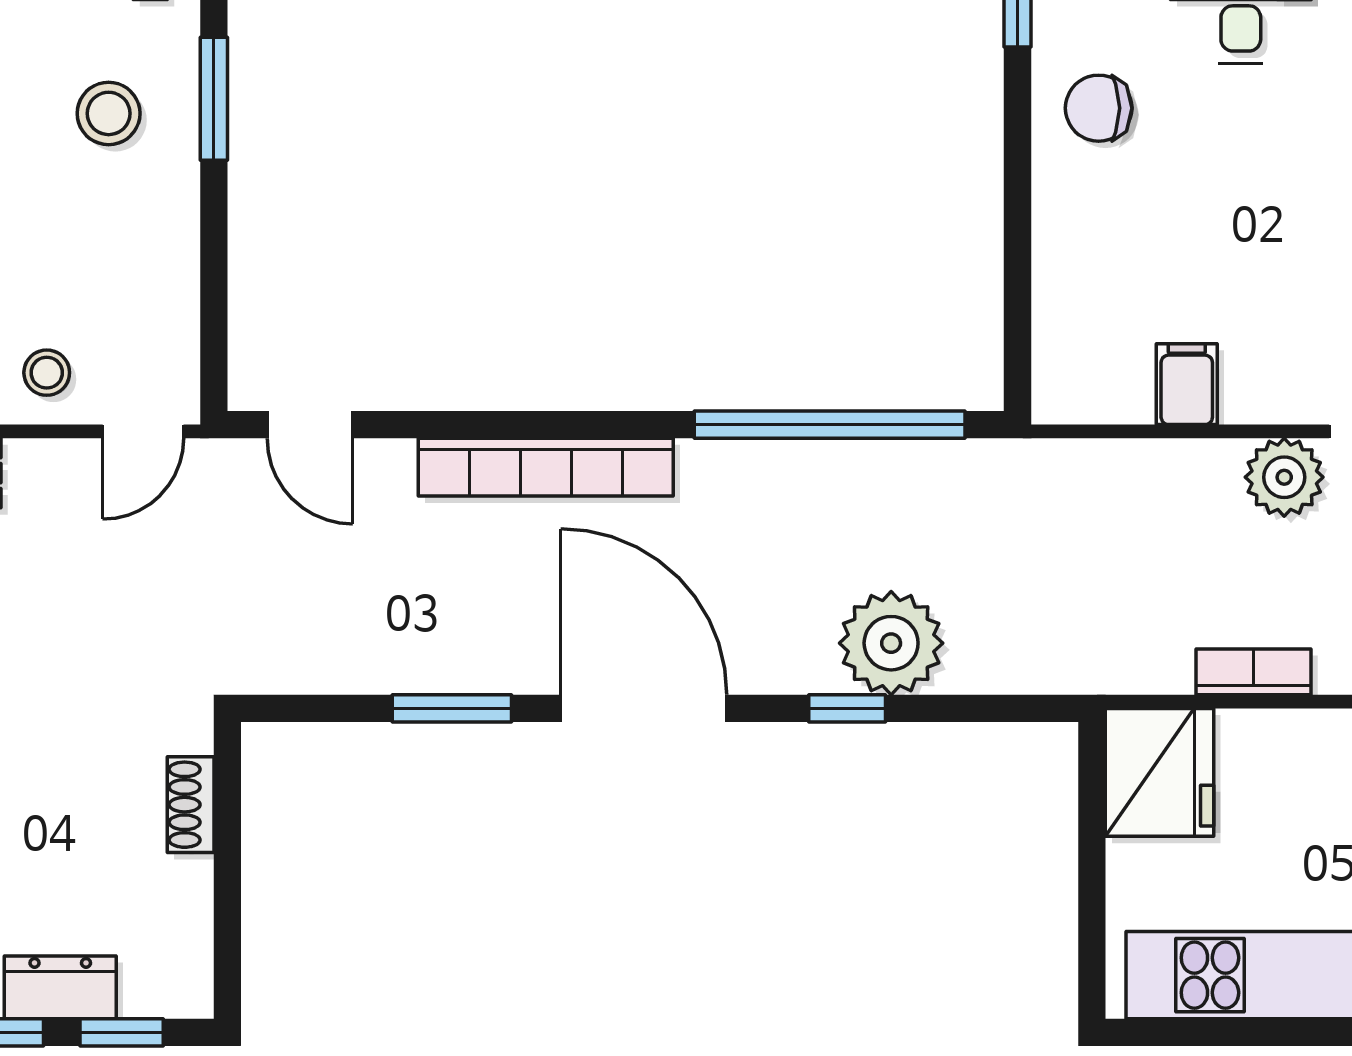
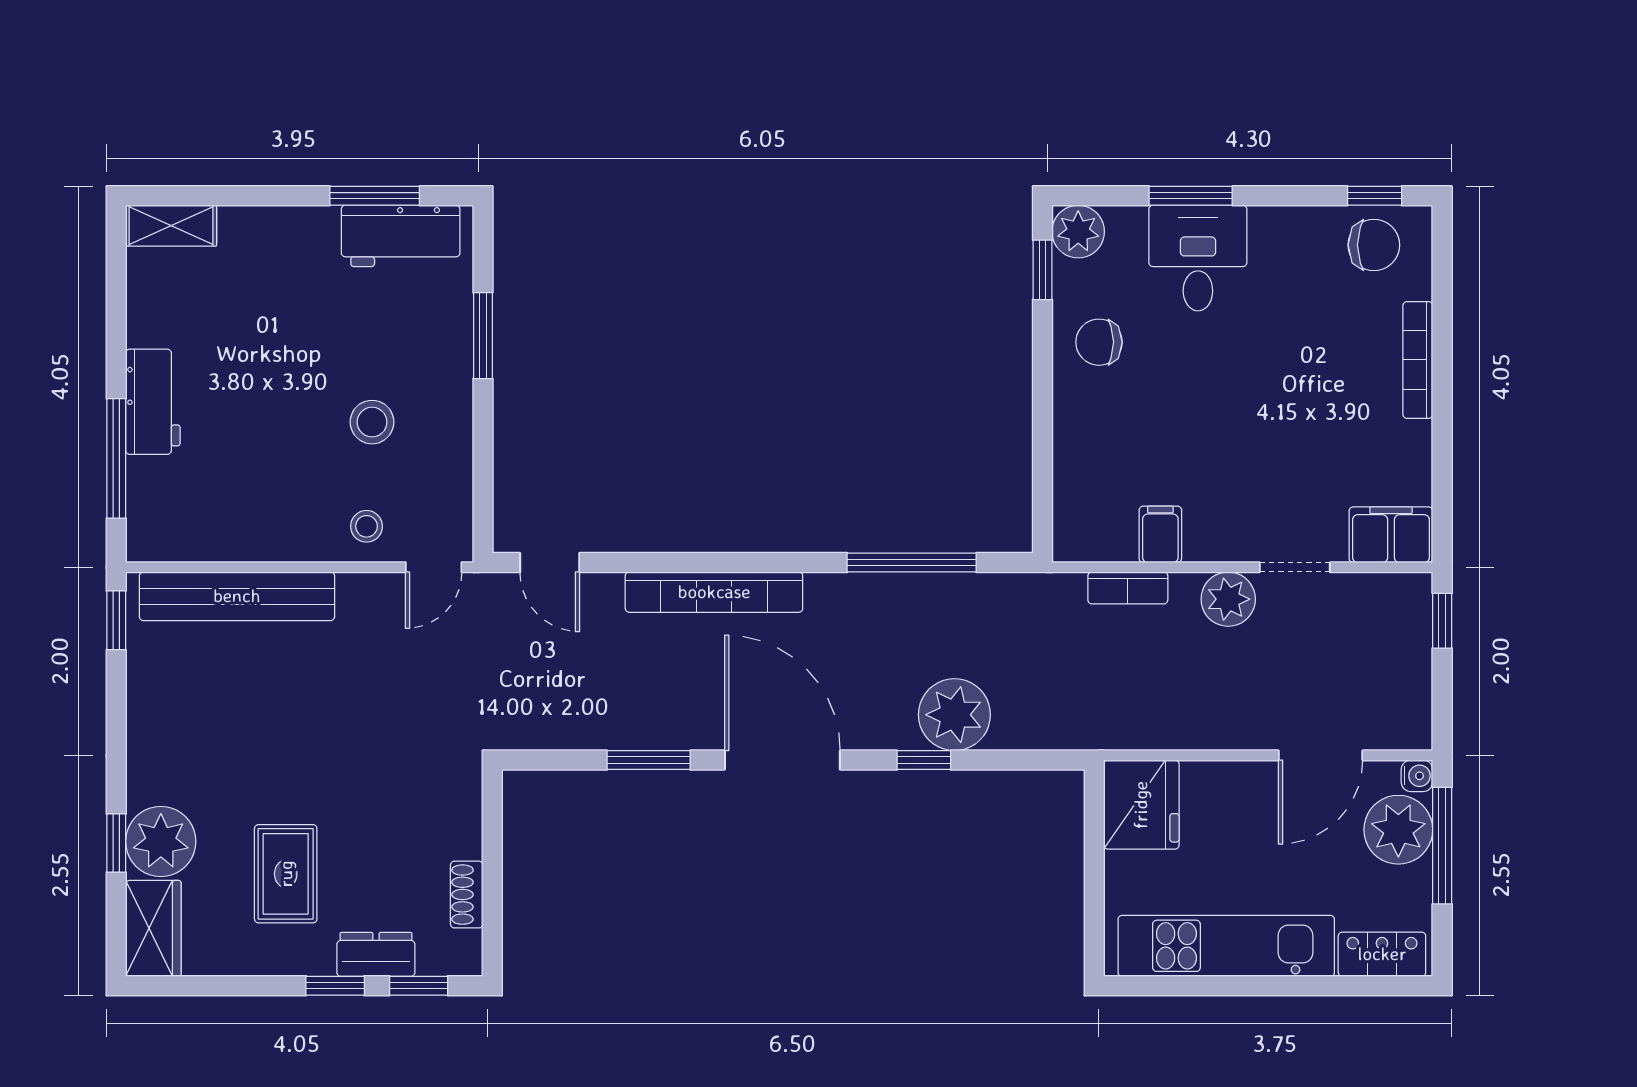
stool: (109, 113) -> (372, 422), moved
window: (830, 425) -> (912, 563), width x0.68
bookcase: (1253, 672) -> (1128, 588), moved, turned 180
shoe rack: (191, 805) -> (467, 895), moved

